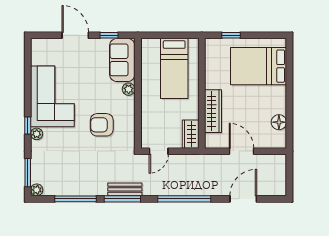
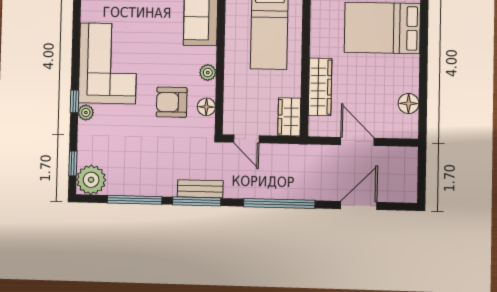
plant: (129, 89) -> (208, 73), moved
floor lamp: (128, 128) -> (206, 107), added
door: (159, 151) -> (246, 139), hinge flipped
window: (28, 173) -> (73, 163), width x0.67
plant: (37, 190) -> (91, 180), width x1.87, depth x1.87

